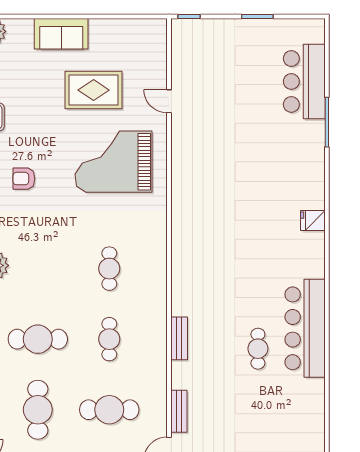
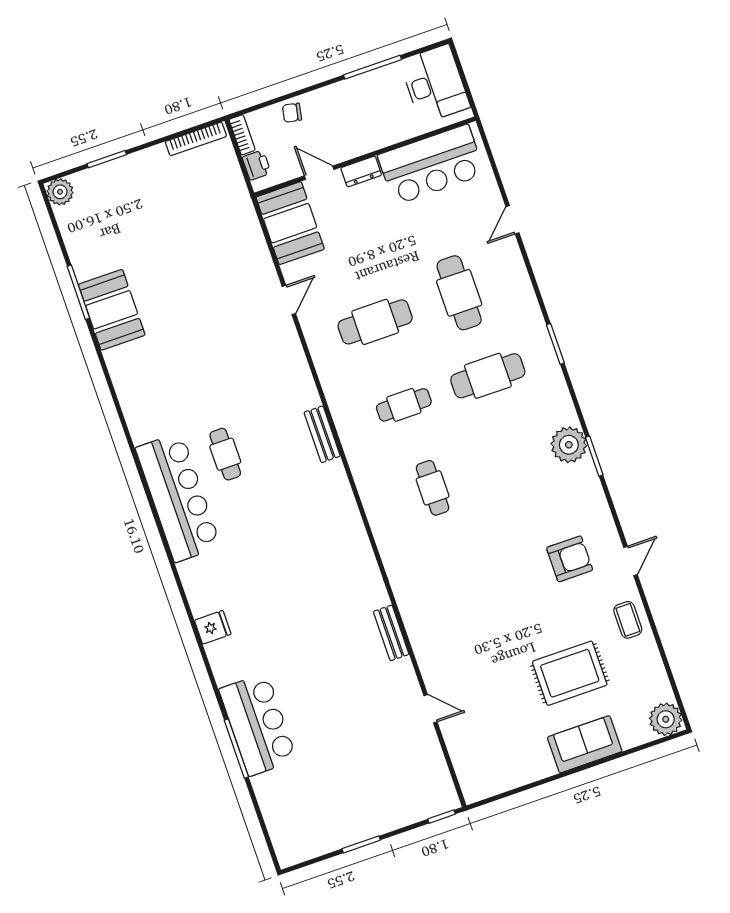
bar counter: (304, 81) -> (258, 724), moved
rug: (94, 90) -> (570, 673), moved
grand piano: (113, 162) -> (471, 615), removed
armchair: (24, 179) -> (570, 559), width x1.38, depth x1.38
cafe table: (109, 339) -> (404, 405), turned 90
bench: (179, 411) -> (391, 633), moved

